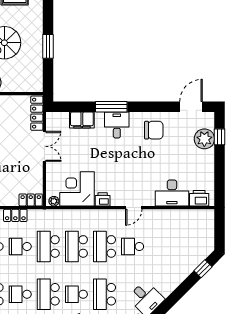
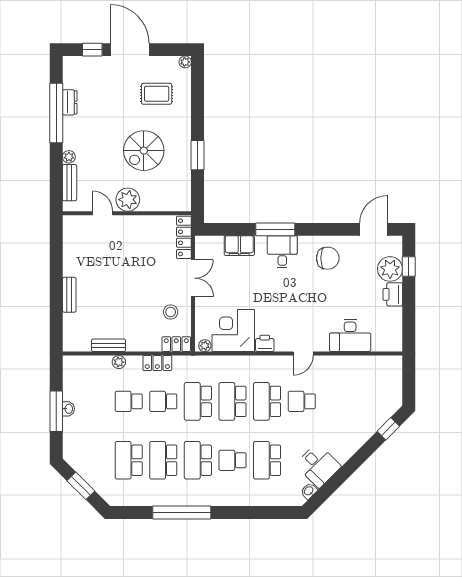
stool: (26, 174) -> (171, 312), added
printer: (199, 198) -> (393, 294), moved, turned -90
school desk: (20, 294) -> (163, 460), width x1.85

